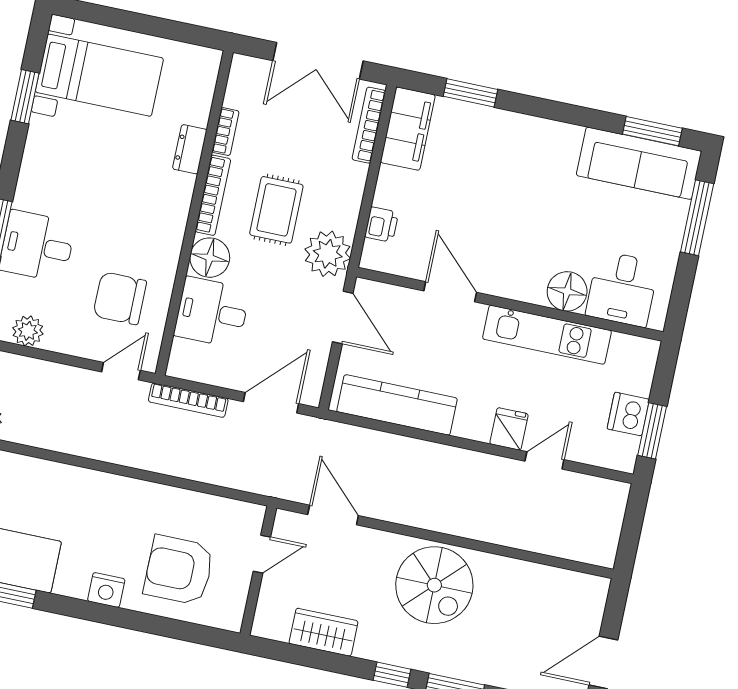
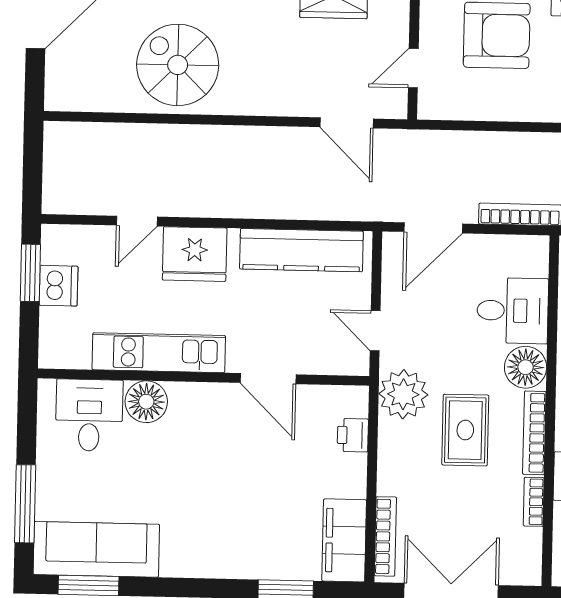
door: (343, 317) -> (375, 331), width x0.73
fridge: (509, 429) -> (195, 254), width x1.88, depth x1.34
spiral stairs: (434, 585) -> (178, 65), moved

